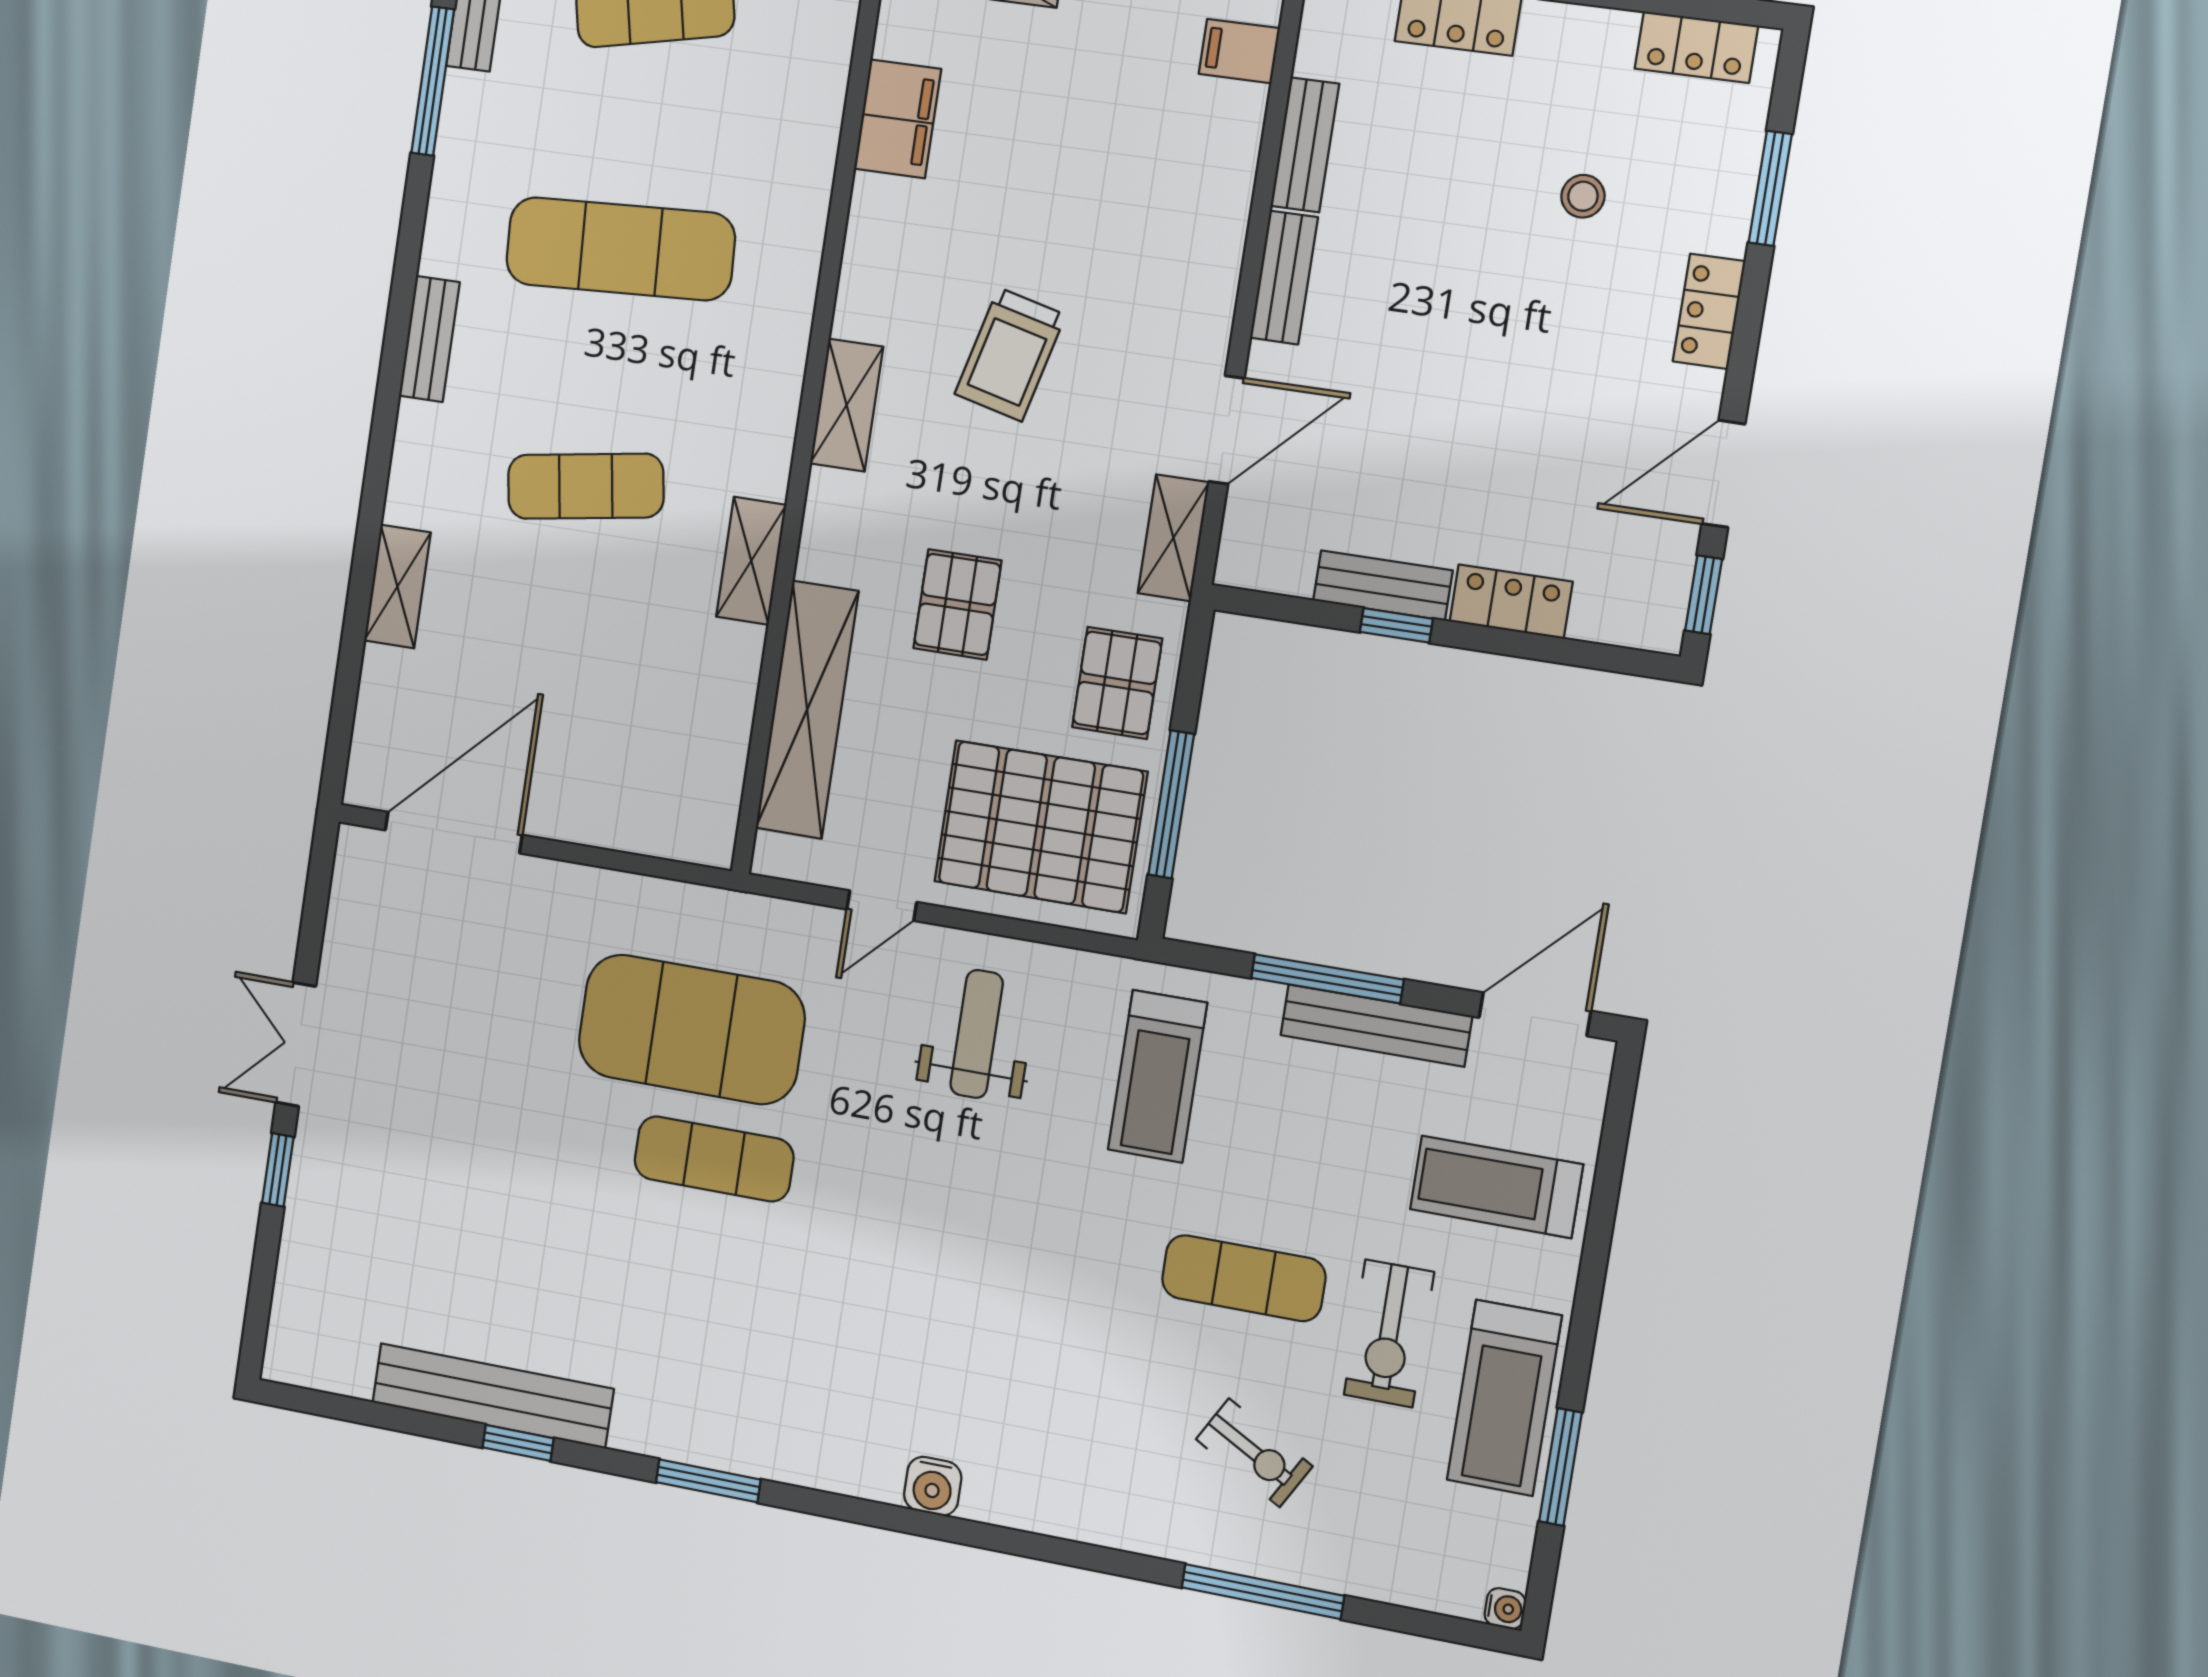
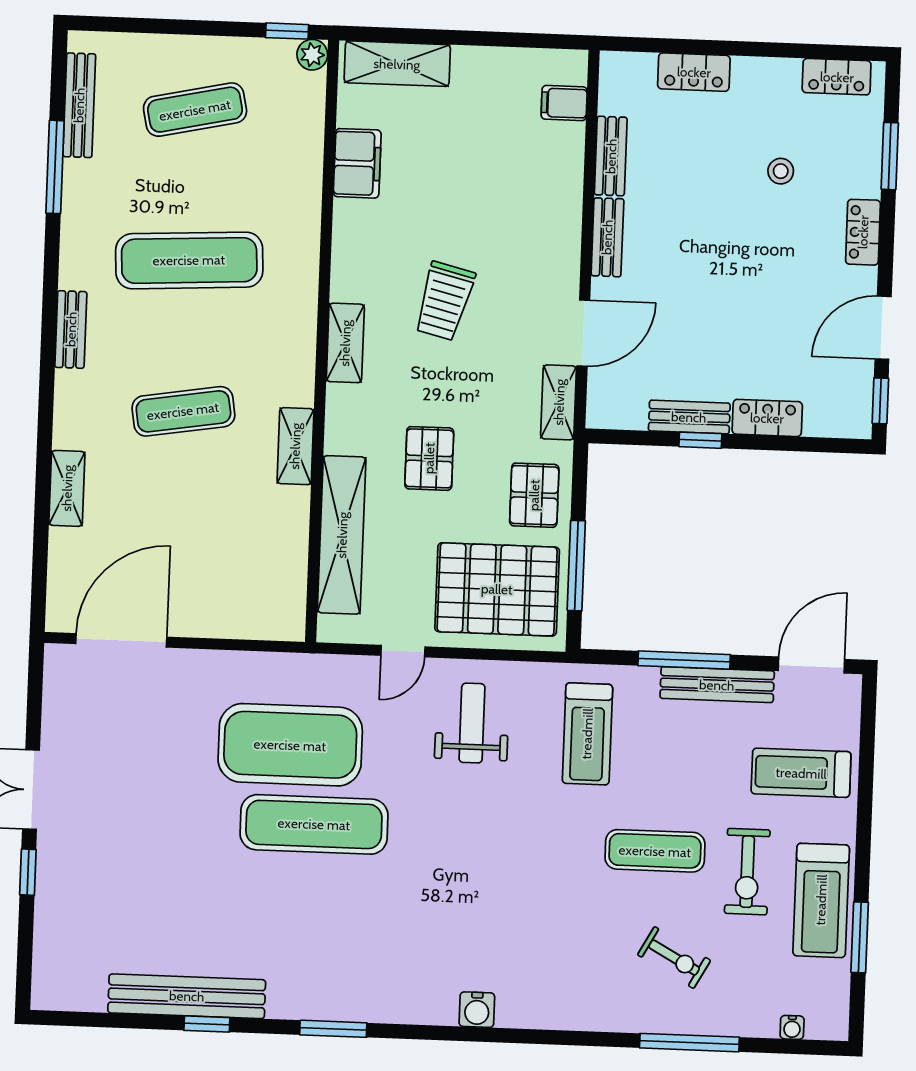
exercise mat: (714, 1159) -> (314, 824), width x1.36, depth x1.45
water cooler: (1505, 1609) -> (792, 1027), moved, turned 90

